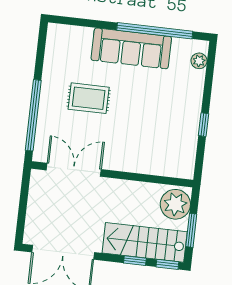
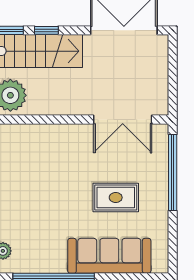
sofa: (131, 48) -> (109, 256), moved

